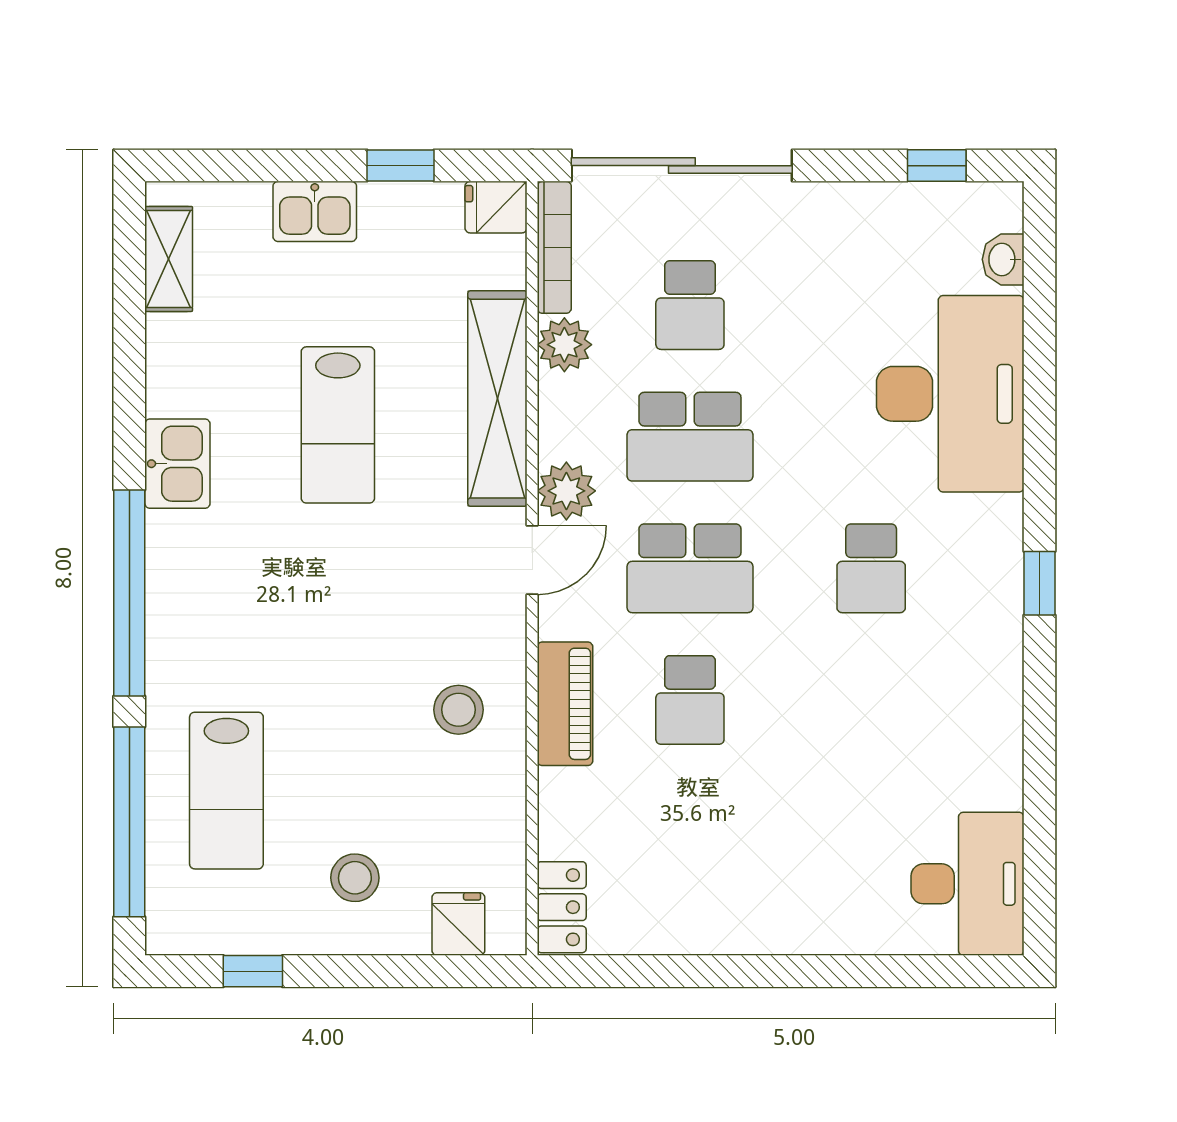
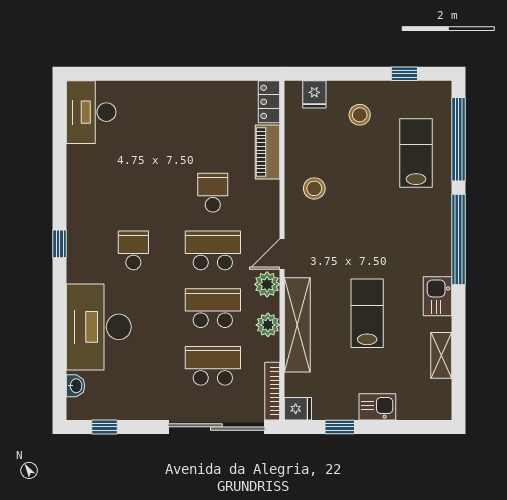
shelving: (169, 259) -> (441, 355), moved
school desk: (690, 305) -> (213, 366), width x1.85
plant: (564, 345) -> (268, 325), moved
piano: (565, 704) -> (268, 152), moved

